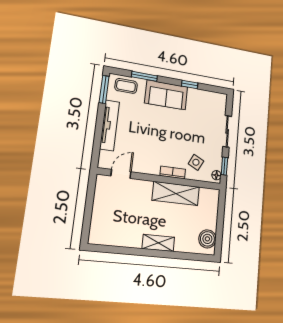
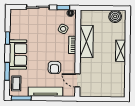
armchair: (143, 143) -> (54, 67), added

